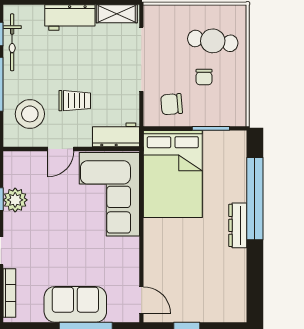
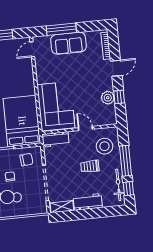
trolley: (75, 101) -> (90, 166), moved
door: (61, 149) -> (85, 129), hinge flipped
door: (141, 300) -> (32, 49), hinge flipped

